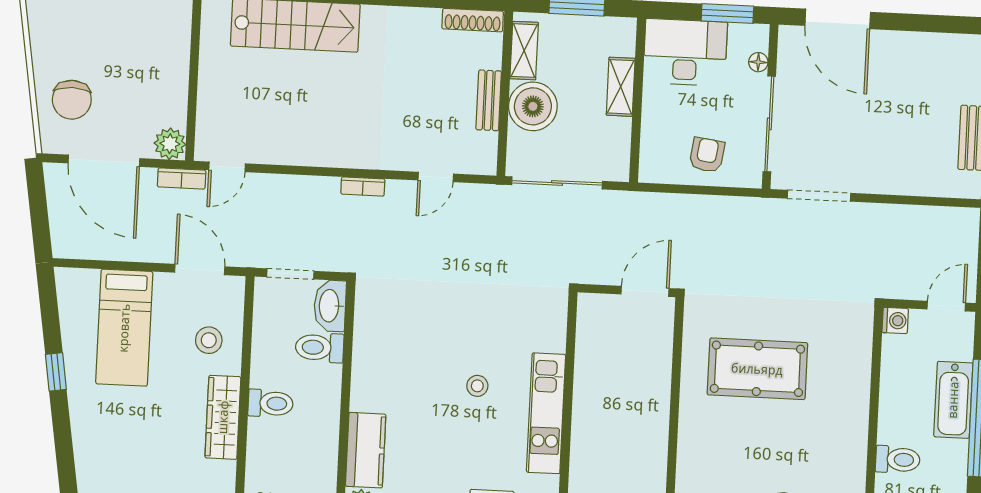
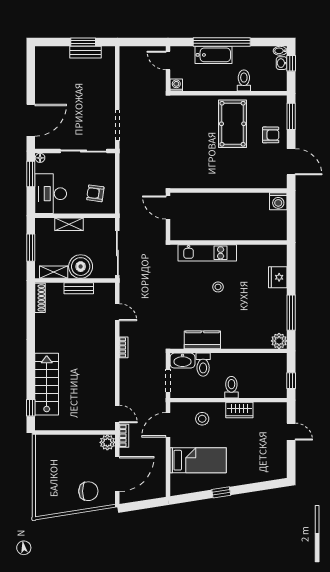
floor lamp: (758, 62) -> (40, 158), moved
armchair: (707, 155) -> (95, 193), moved
pool table: (757, 369) -> (233, 124), moved
kitchen unit: (546, 413) -> (207, 253), moved
wardrobe: (223, 417) -> (239, 410), width x0.67
kitchen counter: (366, 450) -> (202, 340), moved

